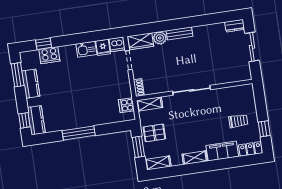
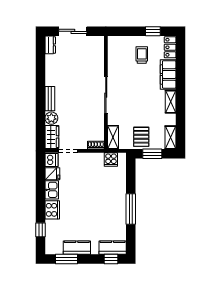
cooker: (49, 55) -> (52, 210), moved

